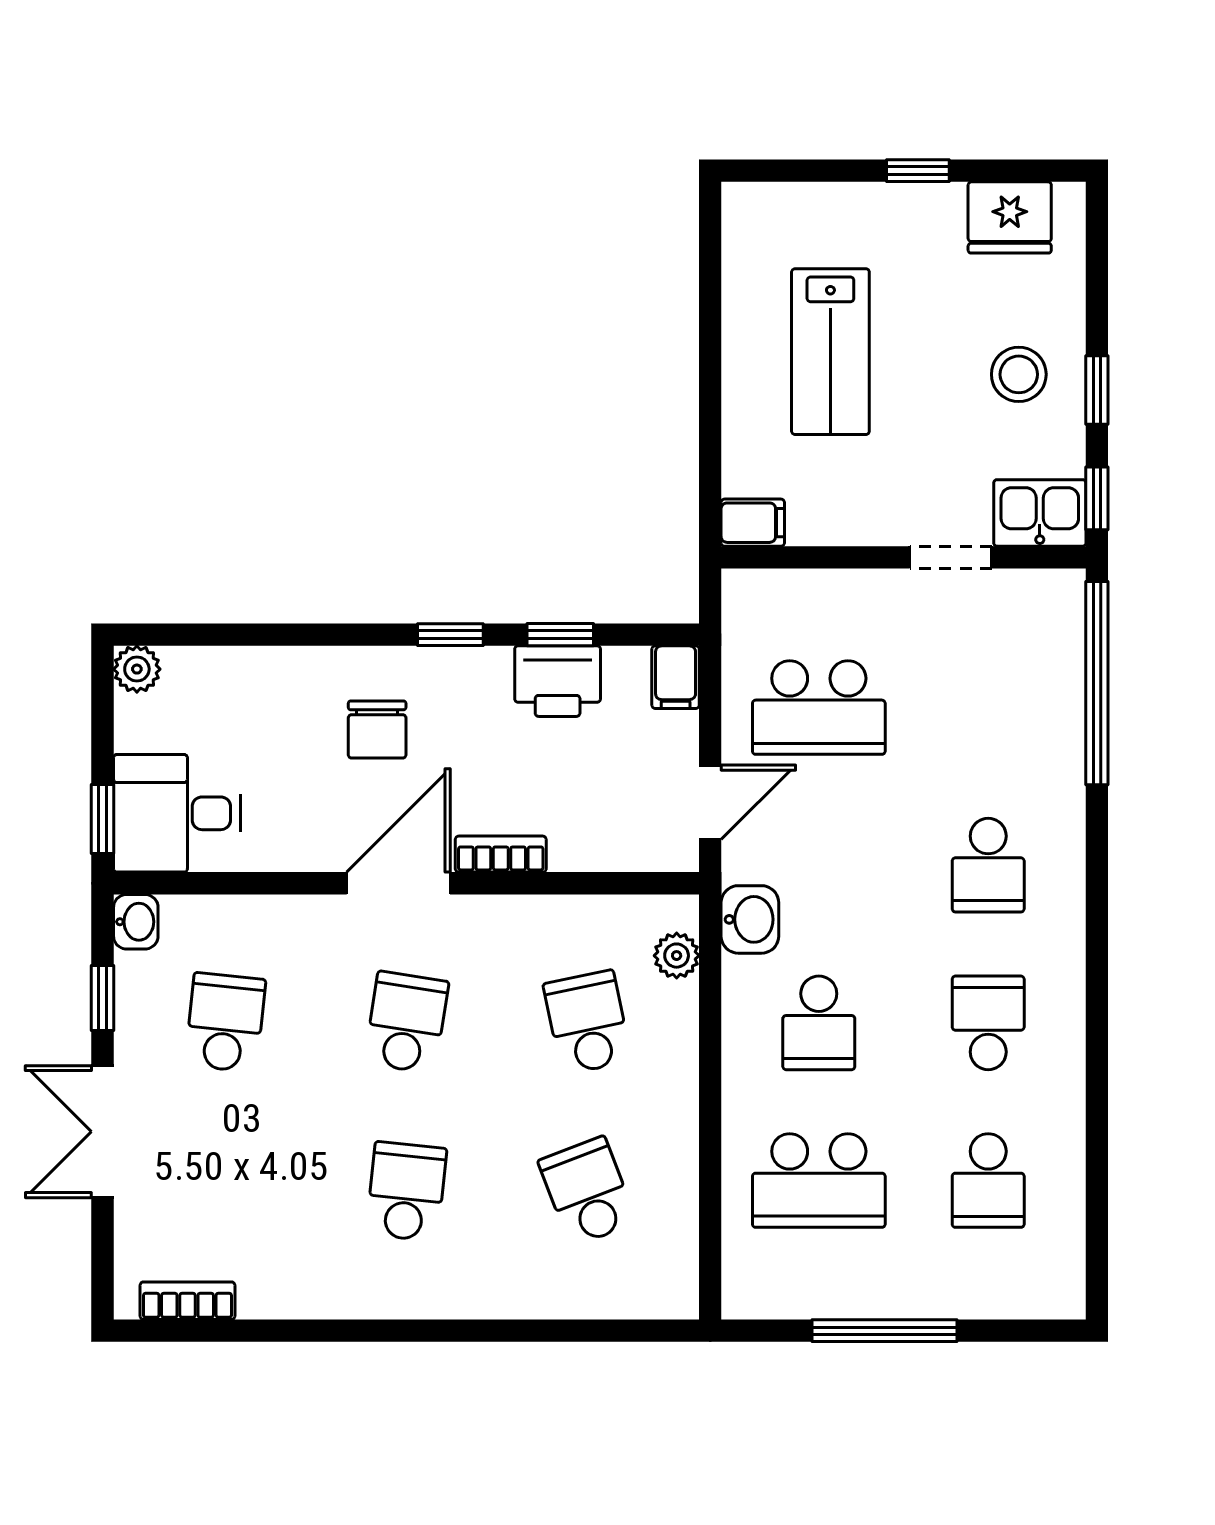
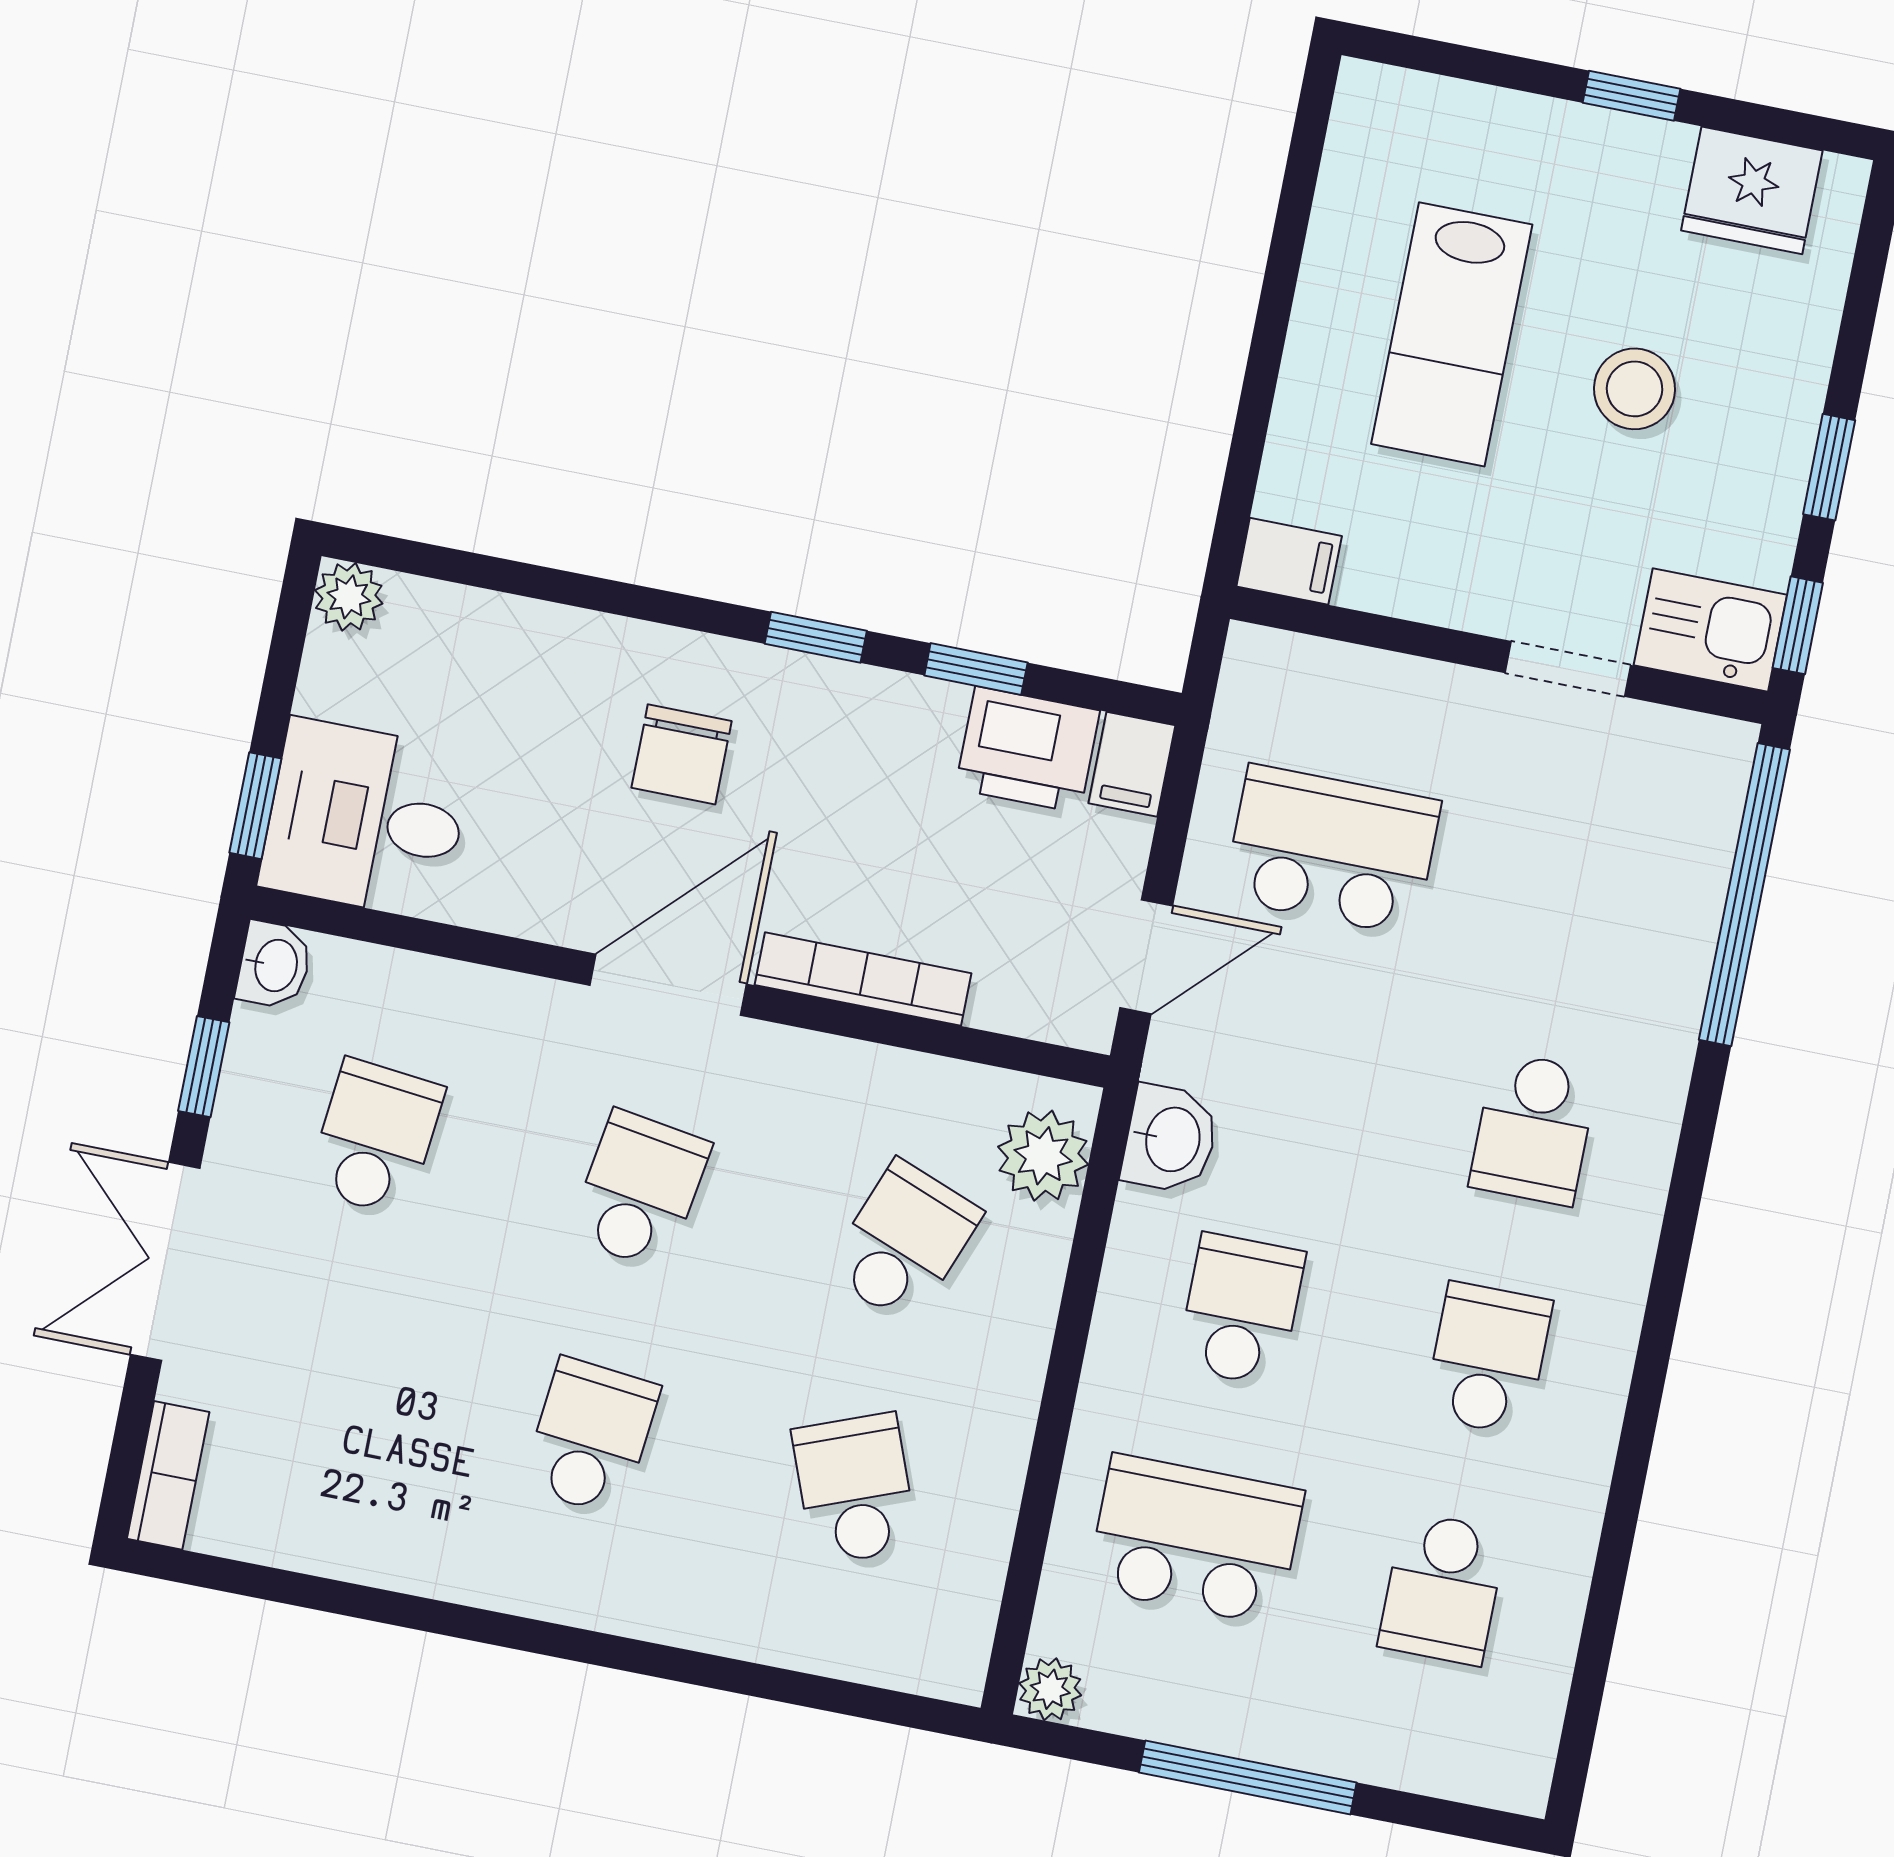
stool: (1019, 374) -> (1635, 389), moved
printer: (558, 681) -> (1027, 750), moved
school desk: (819, 708) -> (1332, 850), turned 180
bookcase: (501, 854) -> (863, 979), width x1.56
plant: (677, 956) -> (1043, 1156), width x1.38, depth x1.38
school desk: (587, 1022) -> (904, 1242), turned 33
school desk: (819, 1023) -> (1241, 1310), turned 180
school desk: (819, 1181) -> (1195, 1540), turned 180
plant: (743, 1298) -> (1050, 1689), added
bookcase: (187, 1301) -> (168, 1475), moved, turned 90

